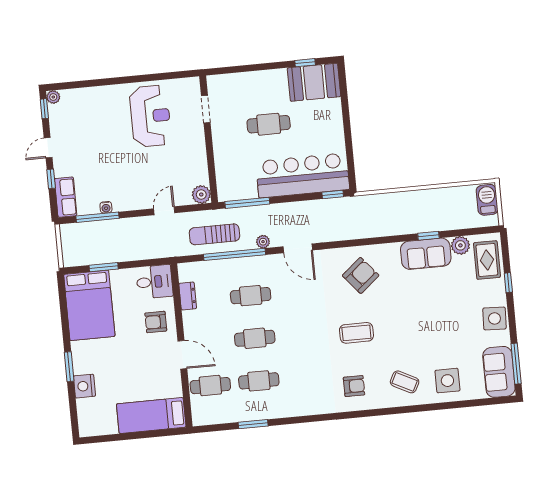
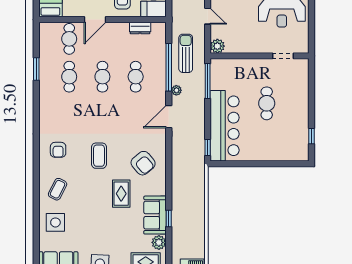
booth: (314, 82) -> (296, 141), removed
rug: (402, 300) -> (121, 194), added

